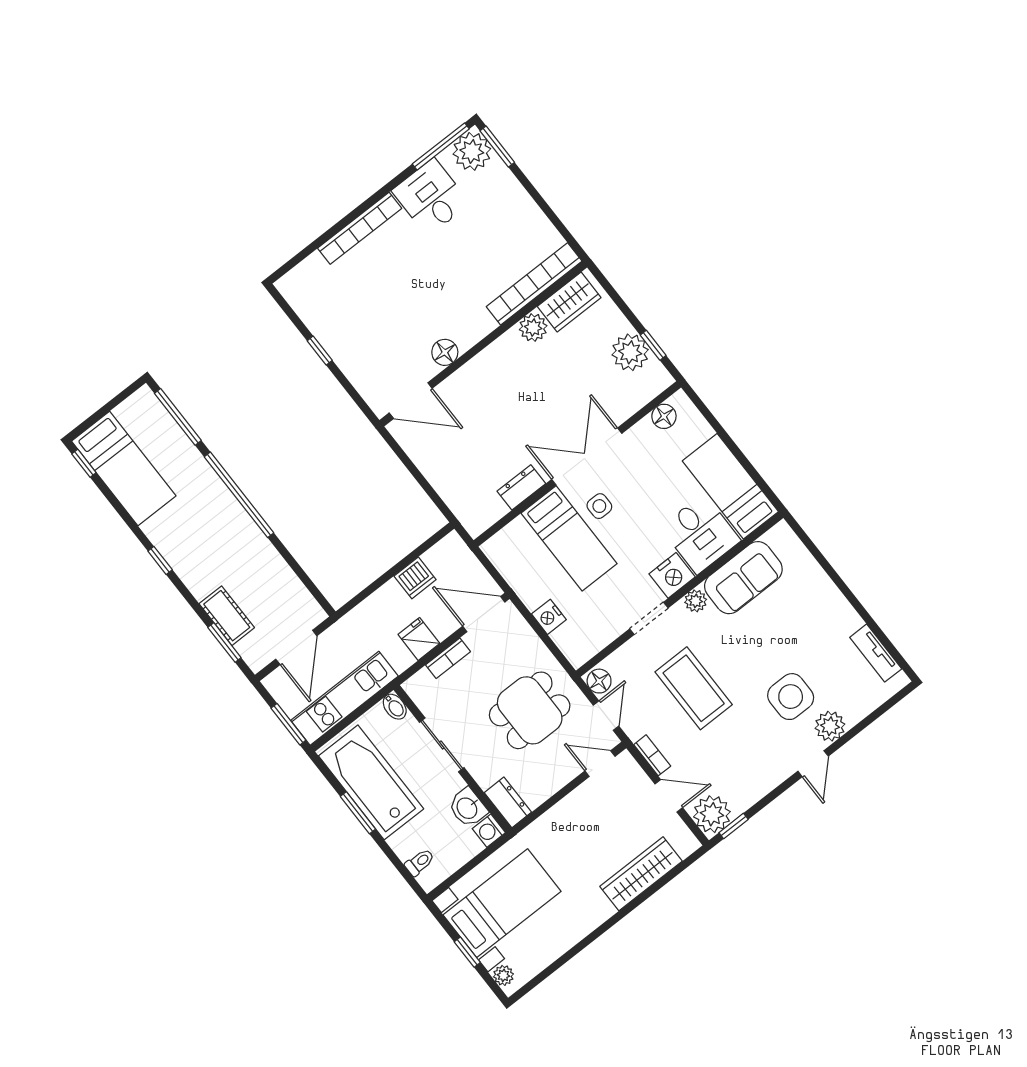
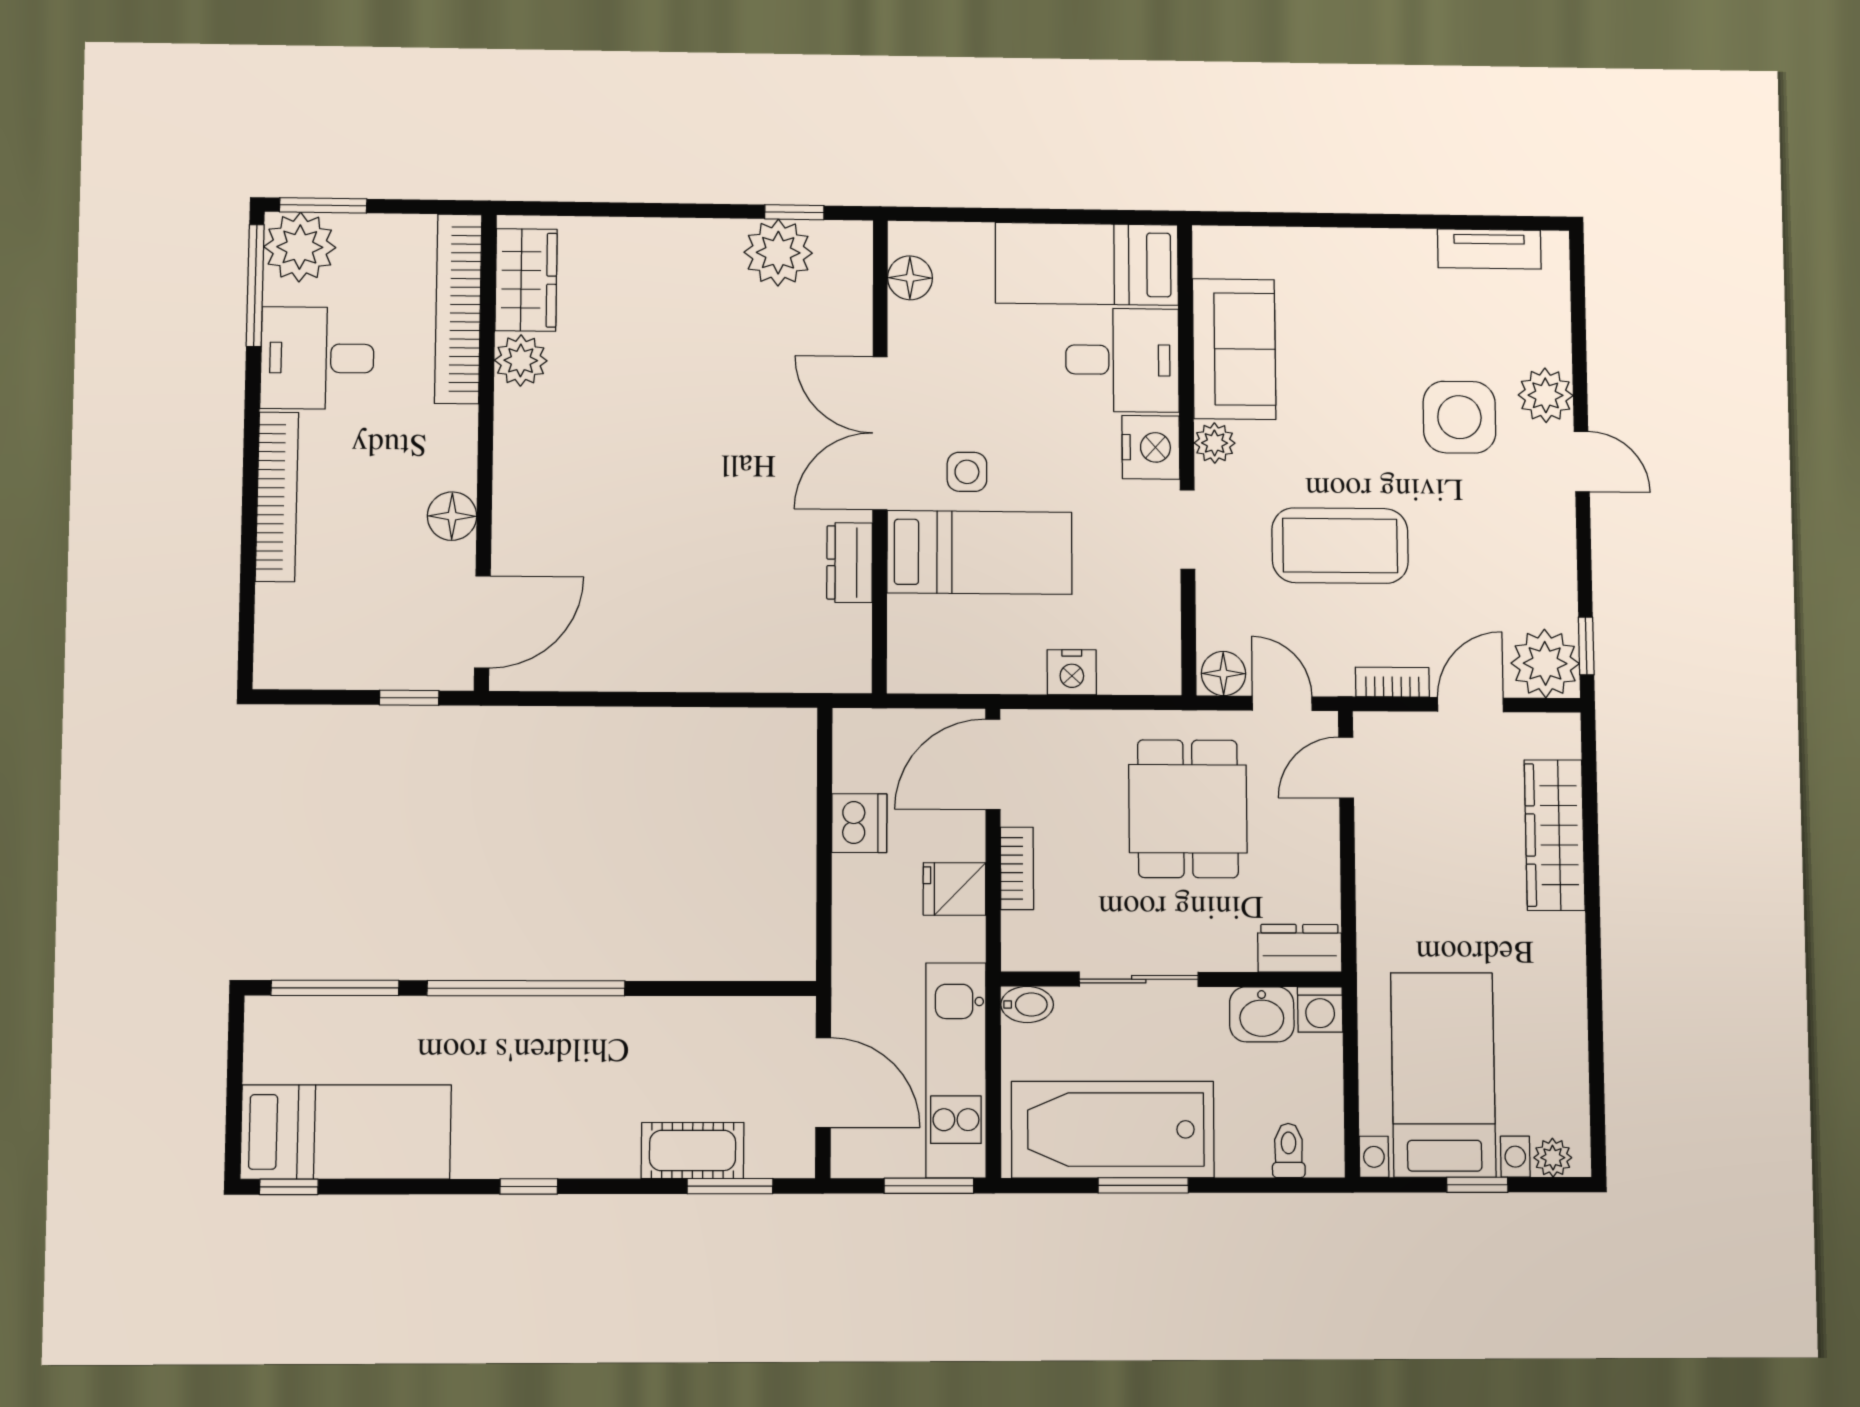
bookcase: (534, 284) -> (458, 309), moved
wardrobe: (569, 302) -> (526, 280), moved
plant: (533, 328) -> (521, 360), moved
wall: (483, 344) -> (485, 451), moved
floor lamp: (445, 352) -> (452, 516), moved
door: (411, 401) -> (482, 622), moved

